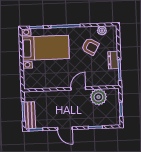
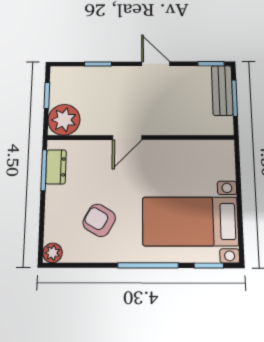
plant: (102, 31) -> (53, 253), moved
dresser: (113, 60) -> (56, 167), moved
plant: (98, 97) -> (64, 120), moved

